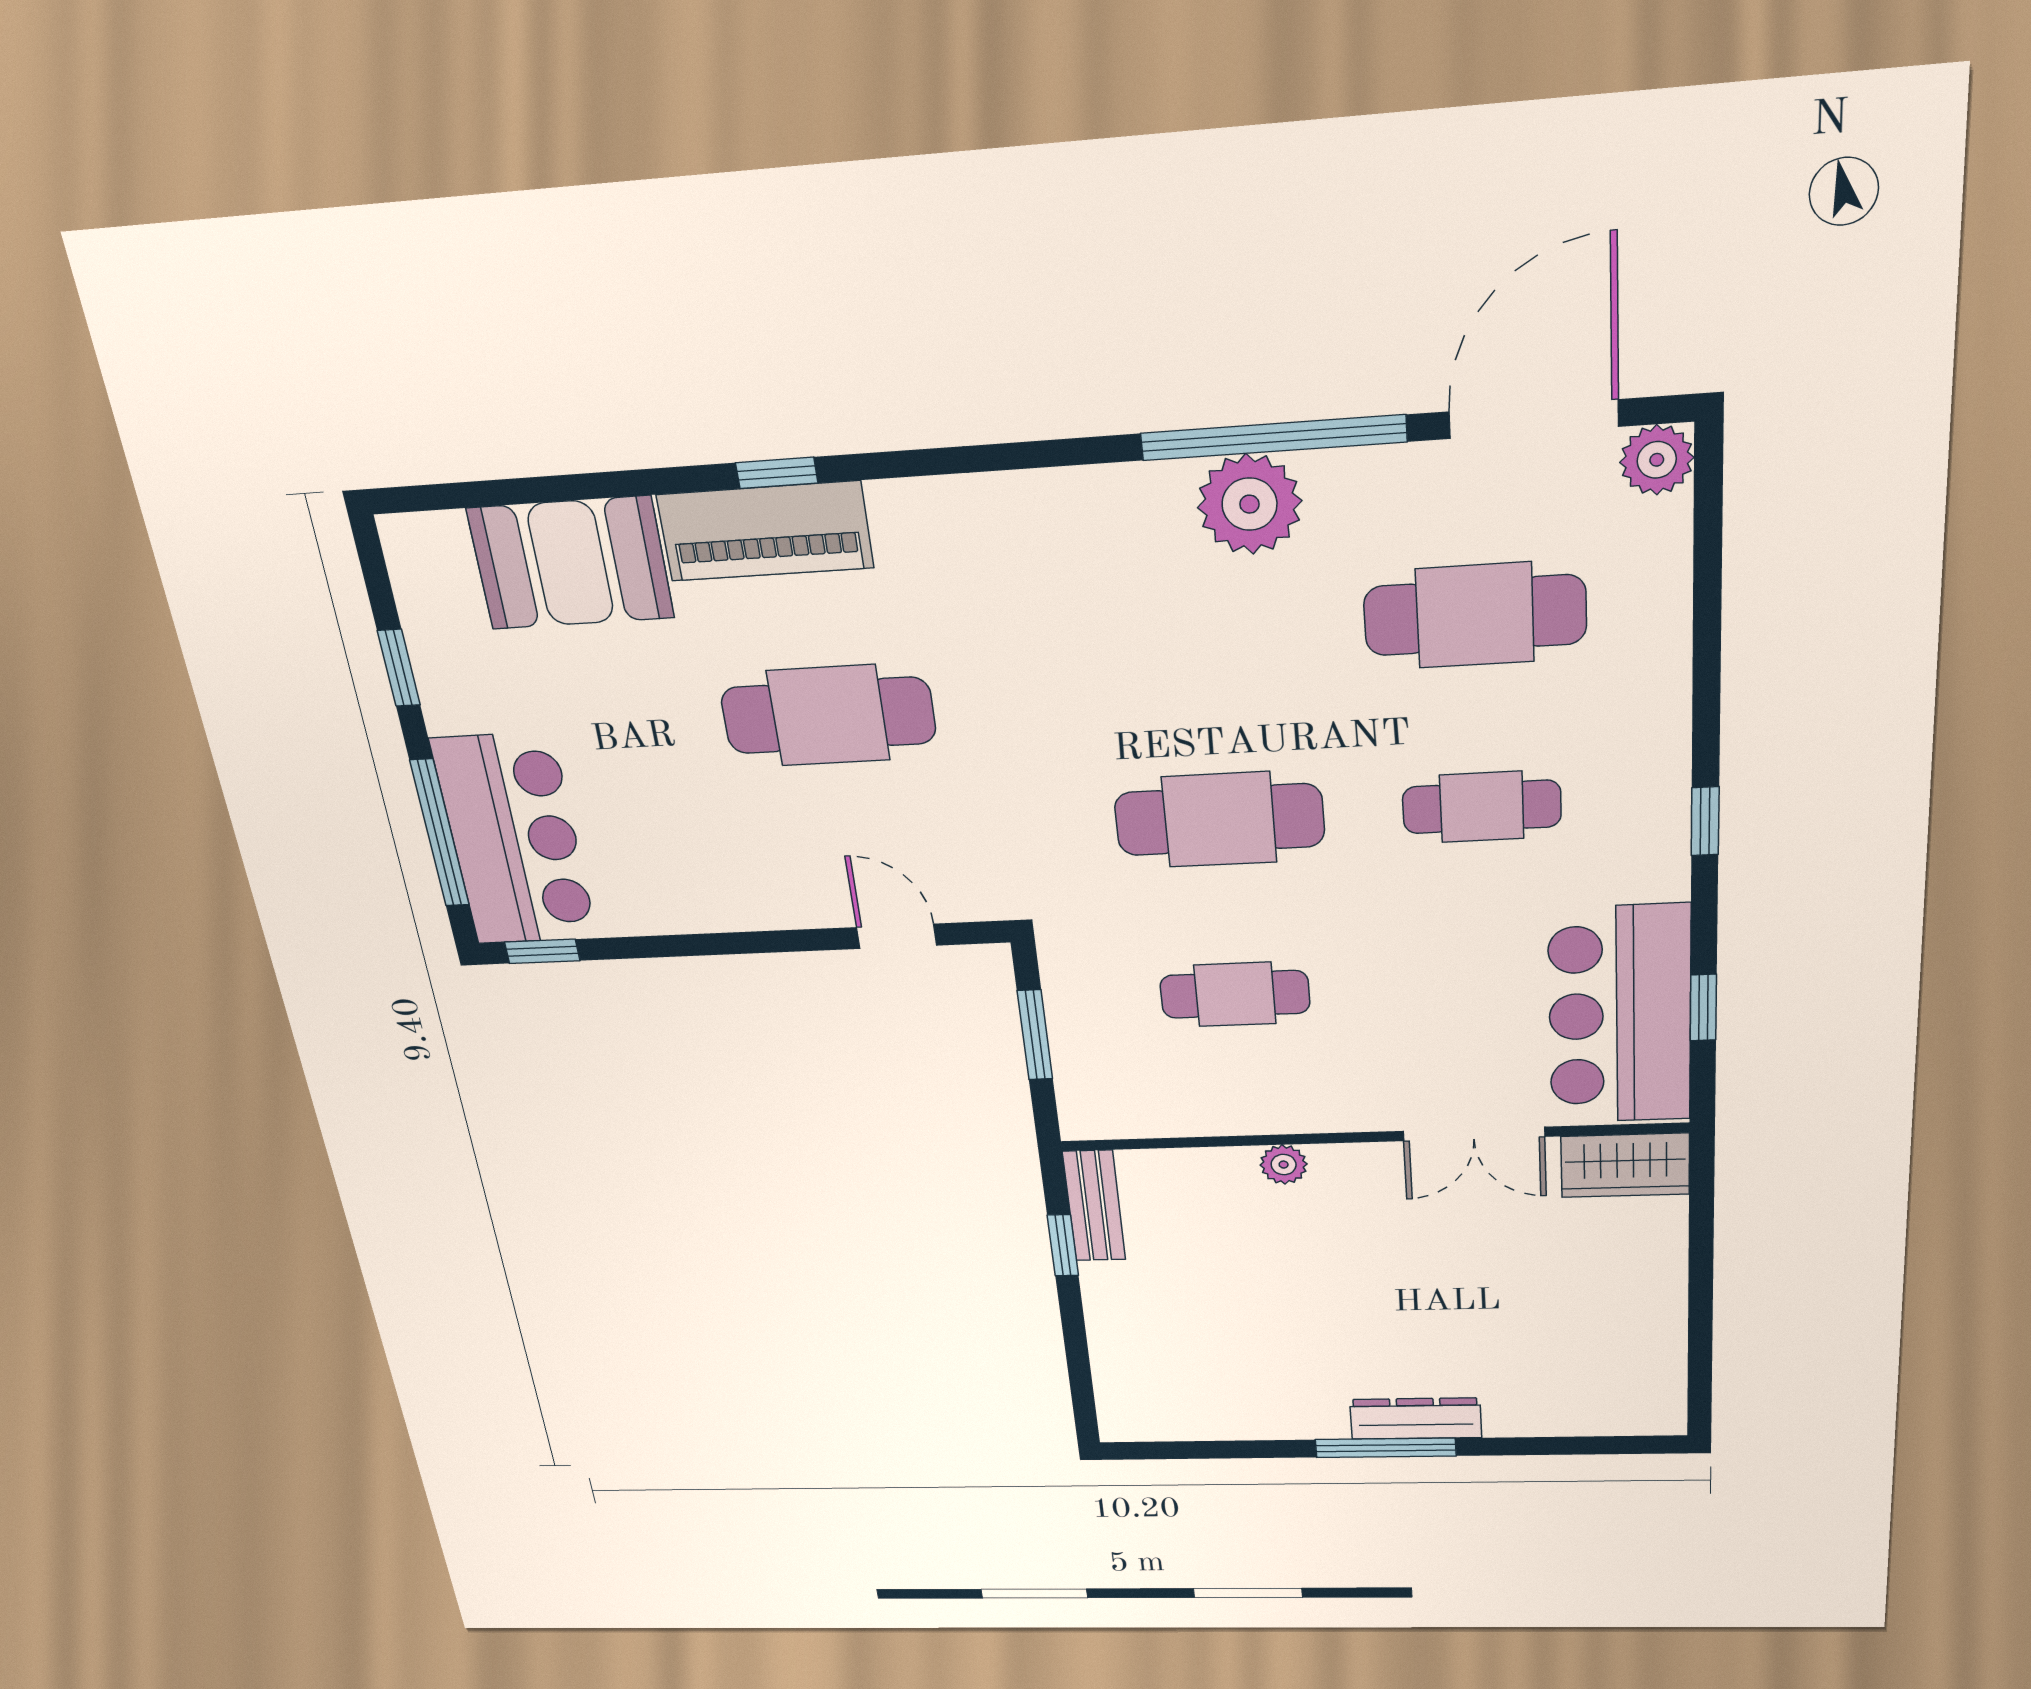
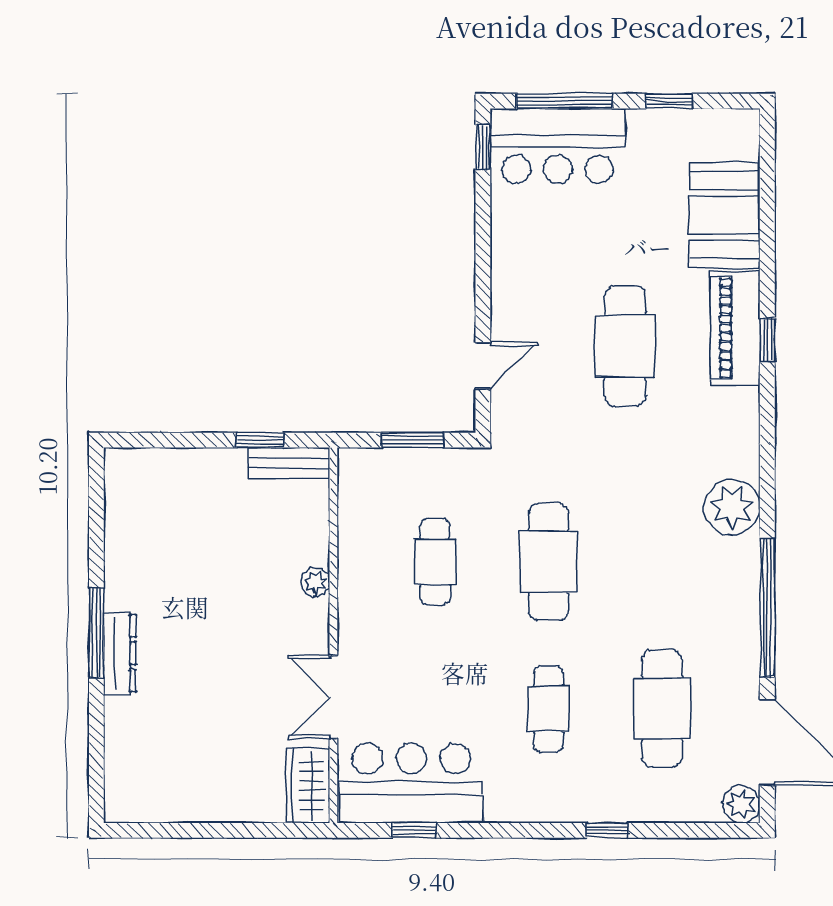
plant: (1249, 504) -> (732, 507), moved
window: (1705, 821) -> (607, 830), moved

